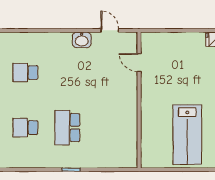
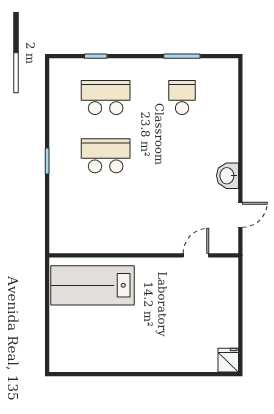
school desk: (25, 128) -> (106, 98), width x1.85
lab bench: (187, 135) -> (92, 285), moved

